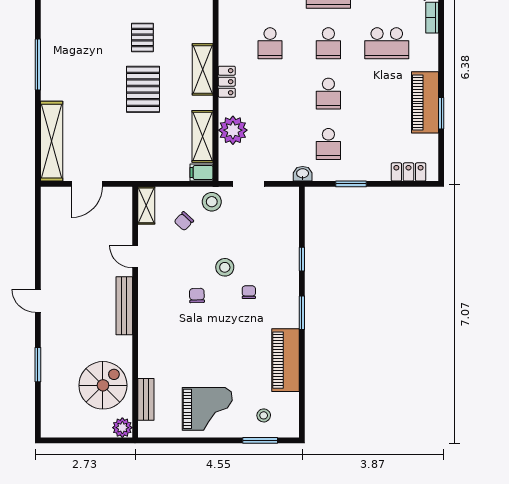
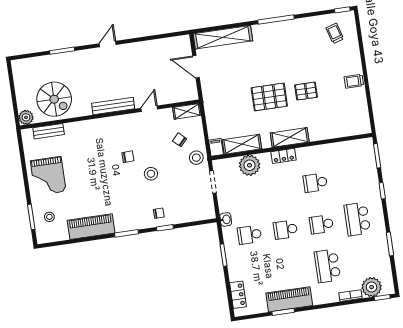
chair: (249, 292) -> (159, 213), moved

